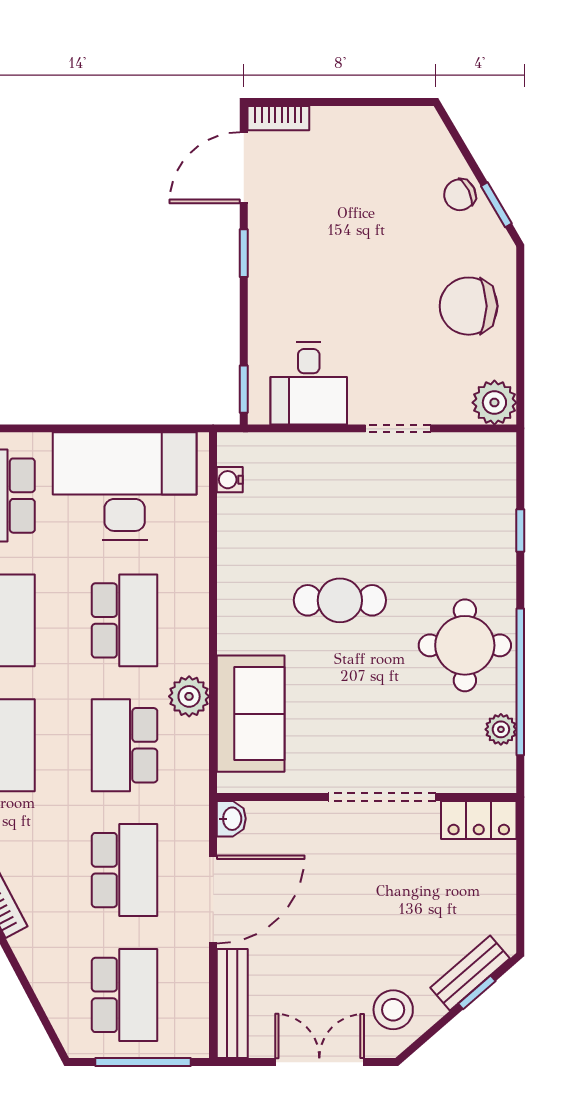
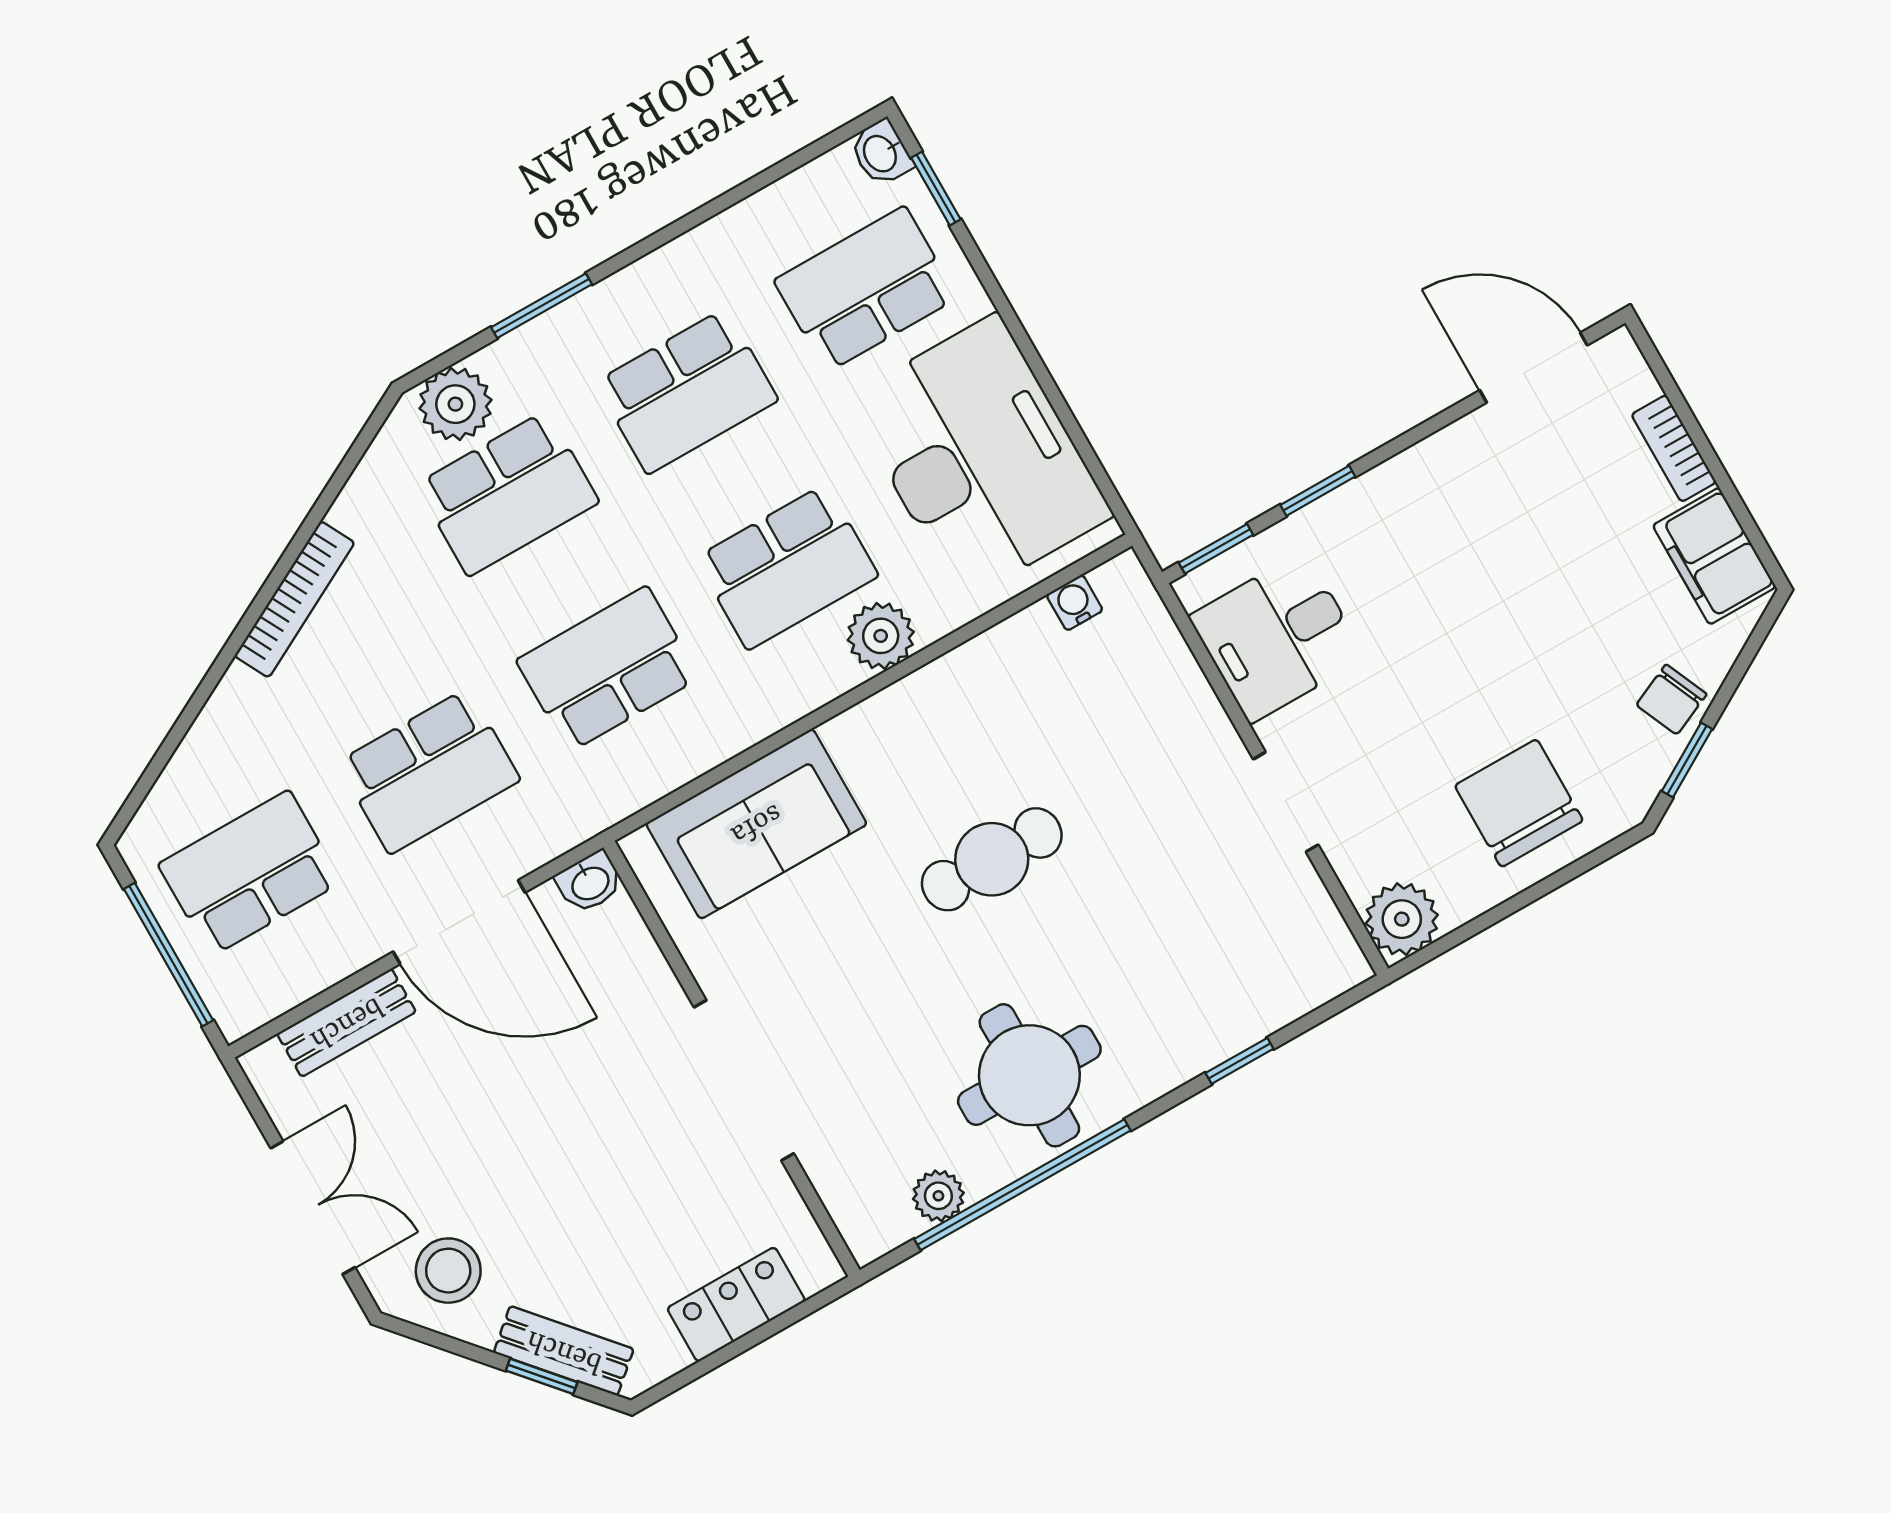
bookcase: (278, 118) -> (1674, 448), moved
filing cabinet: (397, 129) -> (1714, 556), added
chair: (460, 195) -> (1671, 700), turned -88
window: (244, 253) -> (1318, 491), moved
cafe table: (340, 600) -> (992, 859), turned 90
plant: (189, 696) -> (881, 636), moved
locker: (479, 820) -> (736, 1304), moved, turned 90
school desk: (125, 995) -> (250, 873), turned 180
bench: (232, 1003) -> (346, 1023), width x0.73

